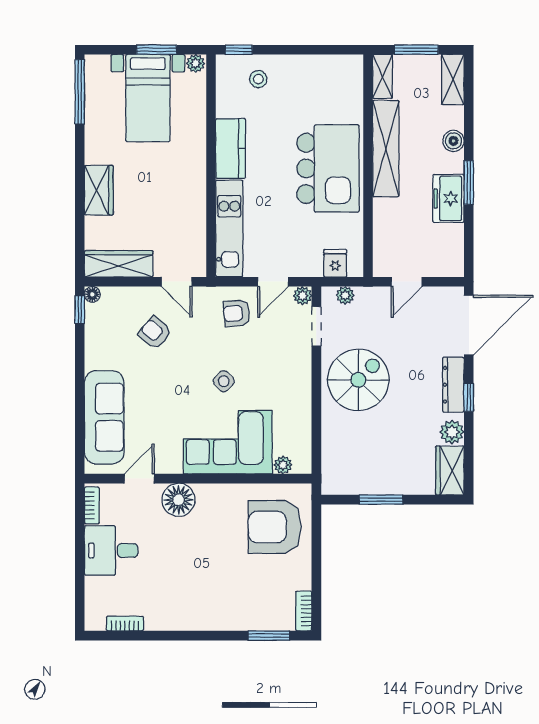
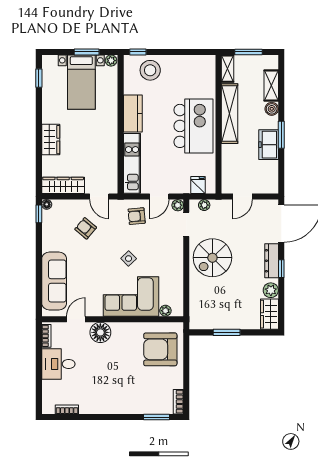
stool: (258, 79) -> (150, 70), width x1.89, depth x1.89
shelving: (453, 79) -> (271, 85), moved
window: (80, 92) -> (39, 78), width x0.46
spiral stairs: (358, 380) -> (212, 258), turned 180

